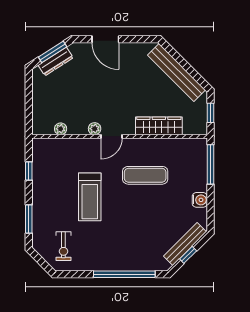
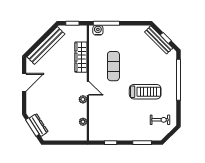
door: (105, 39) -> (24, 82), moved
treadmill: (90, 197) -> (145, 92), moved
water cooler: (200, 200) -> (98, 30), moved

